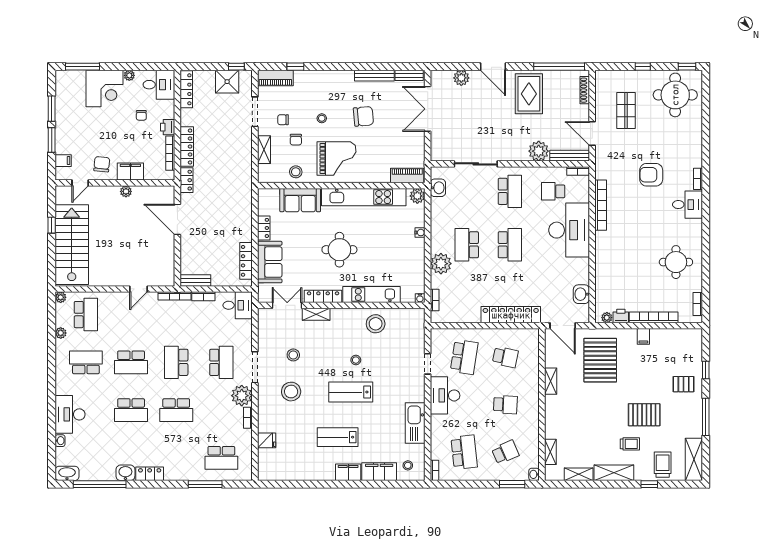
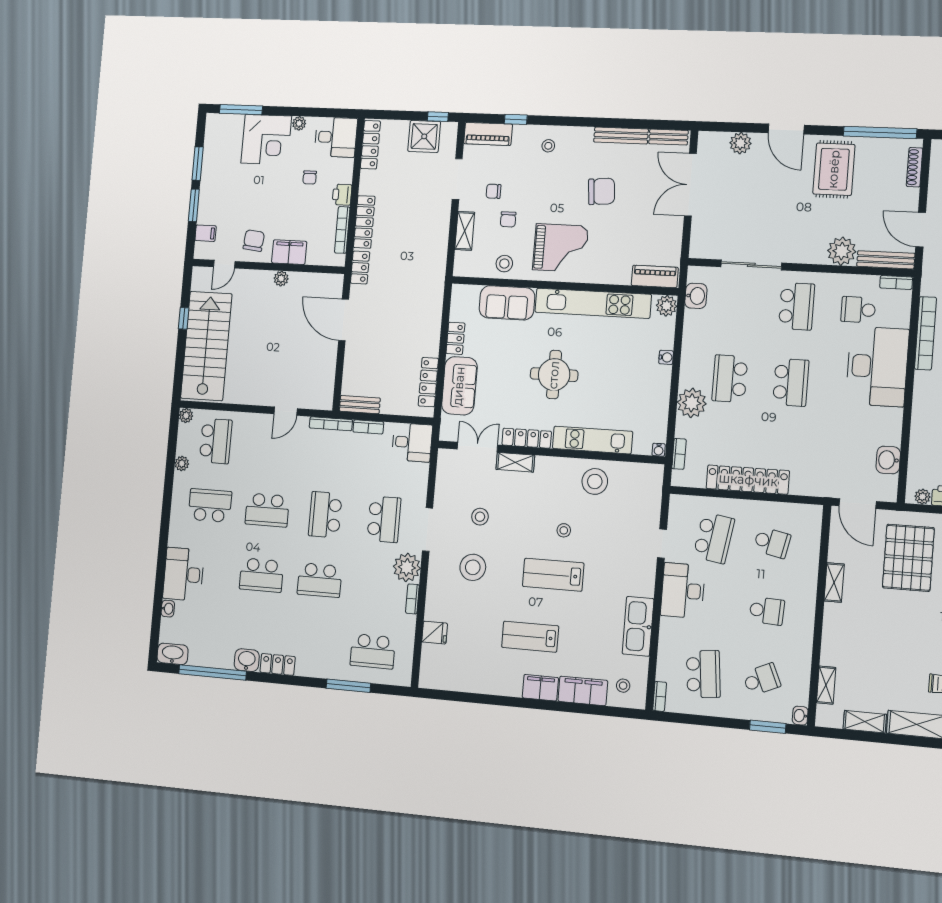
stool: (322, 118) -> (548, 146), moved
locker: (511, 315) -> (748, 480), moved

